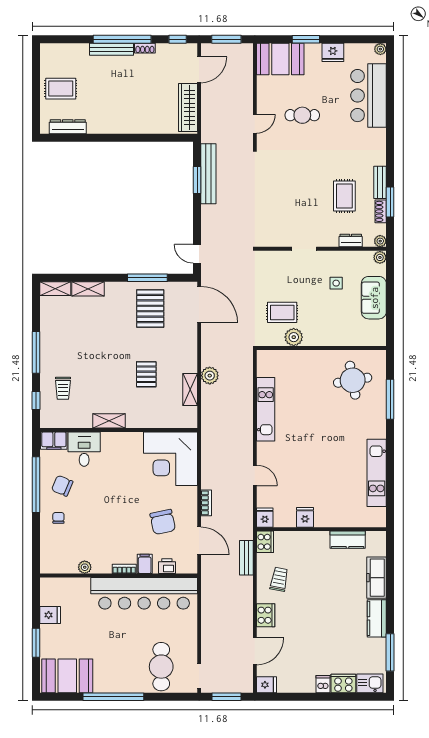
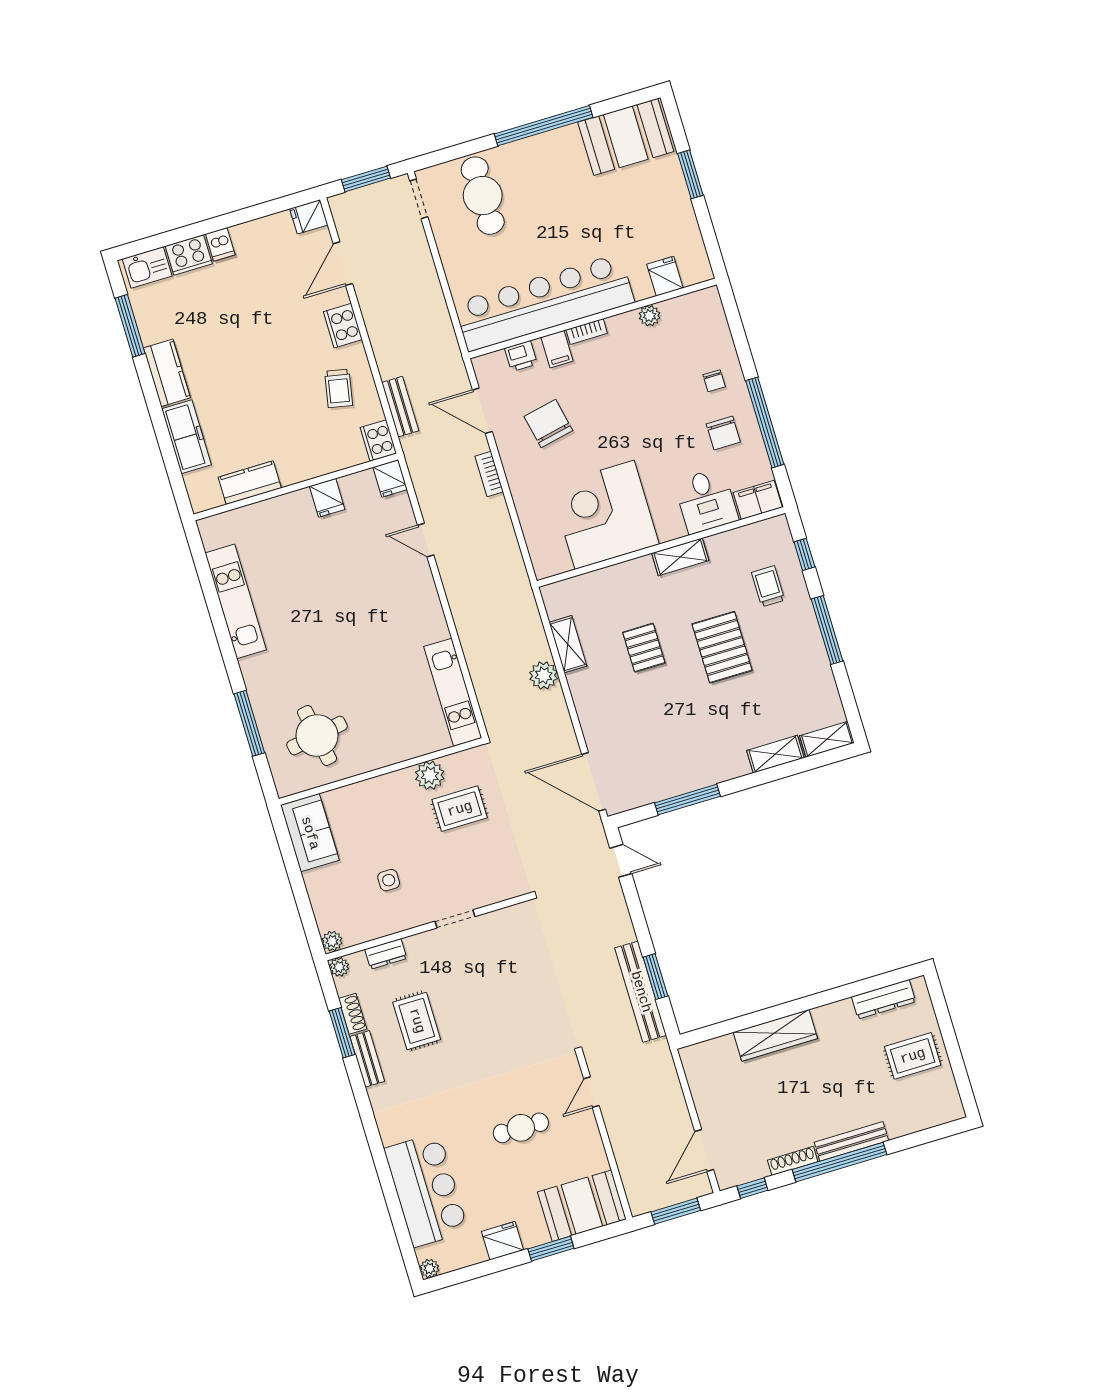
shoe rack: (145, 48) -> (793, 1161), width x1.43
wardrobe: (188, 107) -> (775, 1035), moved, turned 90
sofa: (374, 298) -> (310, 833), moved
pallet: (150, 308) -> (722, 647), moved
kitchen unit: (266, 409) -> (453, 692), moved
corner desk: (170, 459) -> (605, 515), moved, turned -90
chair: (62, 486) -> (723, 433), turned 67
fridge: (50, 615) -> (665, 276), moved, turned 90

